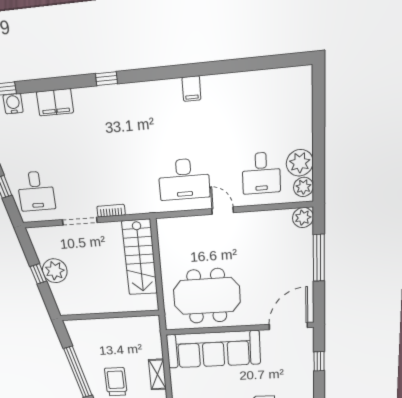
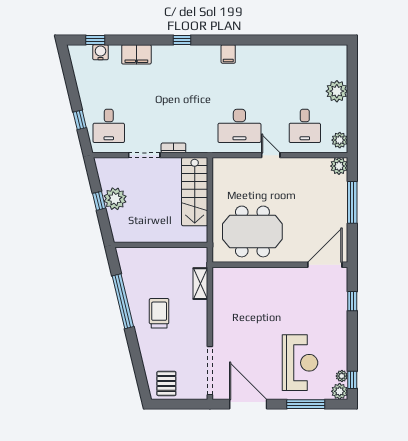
filing cabinet: (191, 89) -> (228, 54), moved
plant: (300, 163) -> (337, 91), moved
sofa: (213, 349) -> (255, 284), removed
shelving: (157, 374) -> (200, 284), moved

